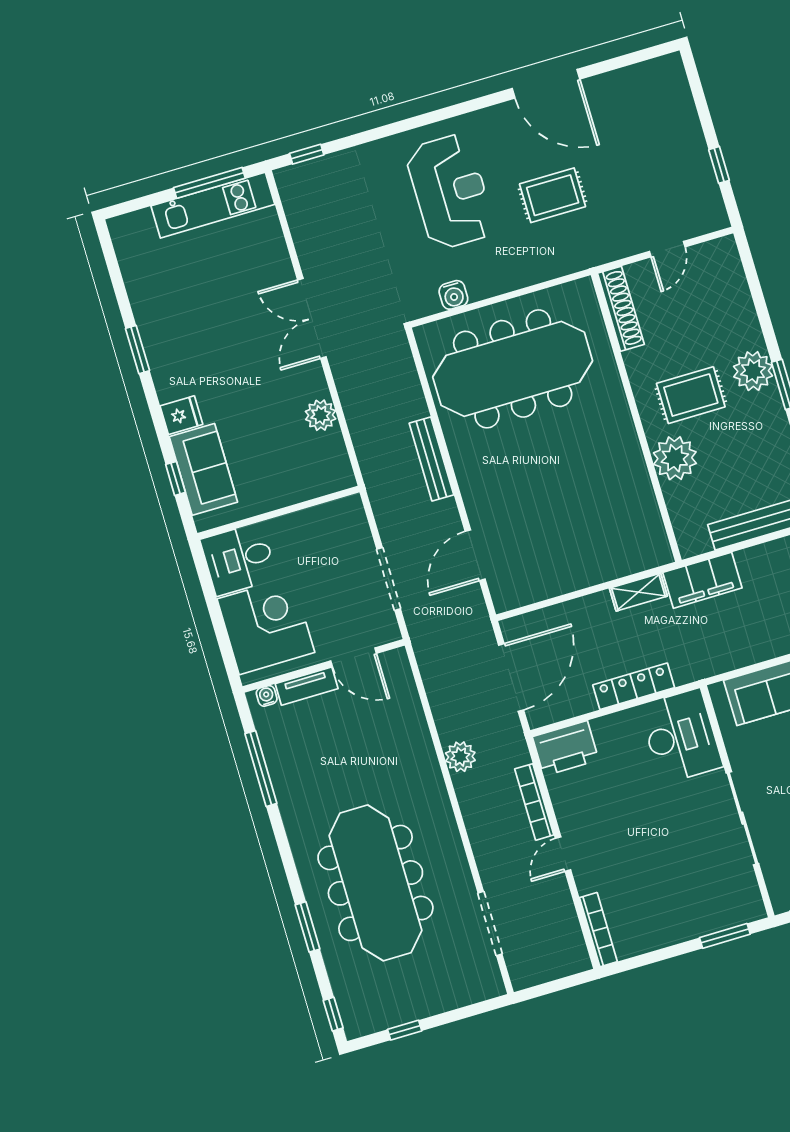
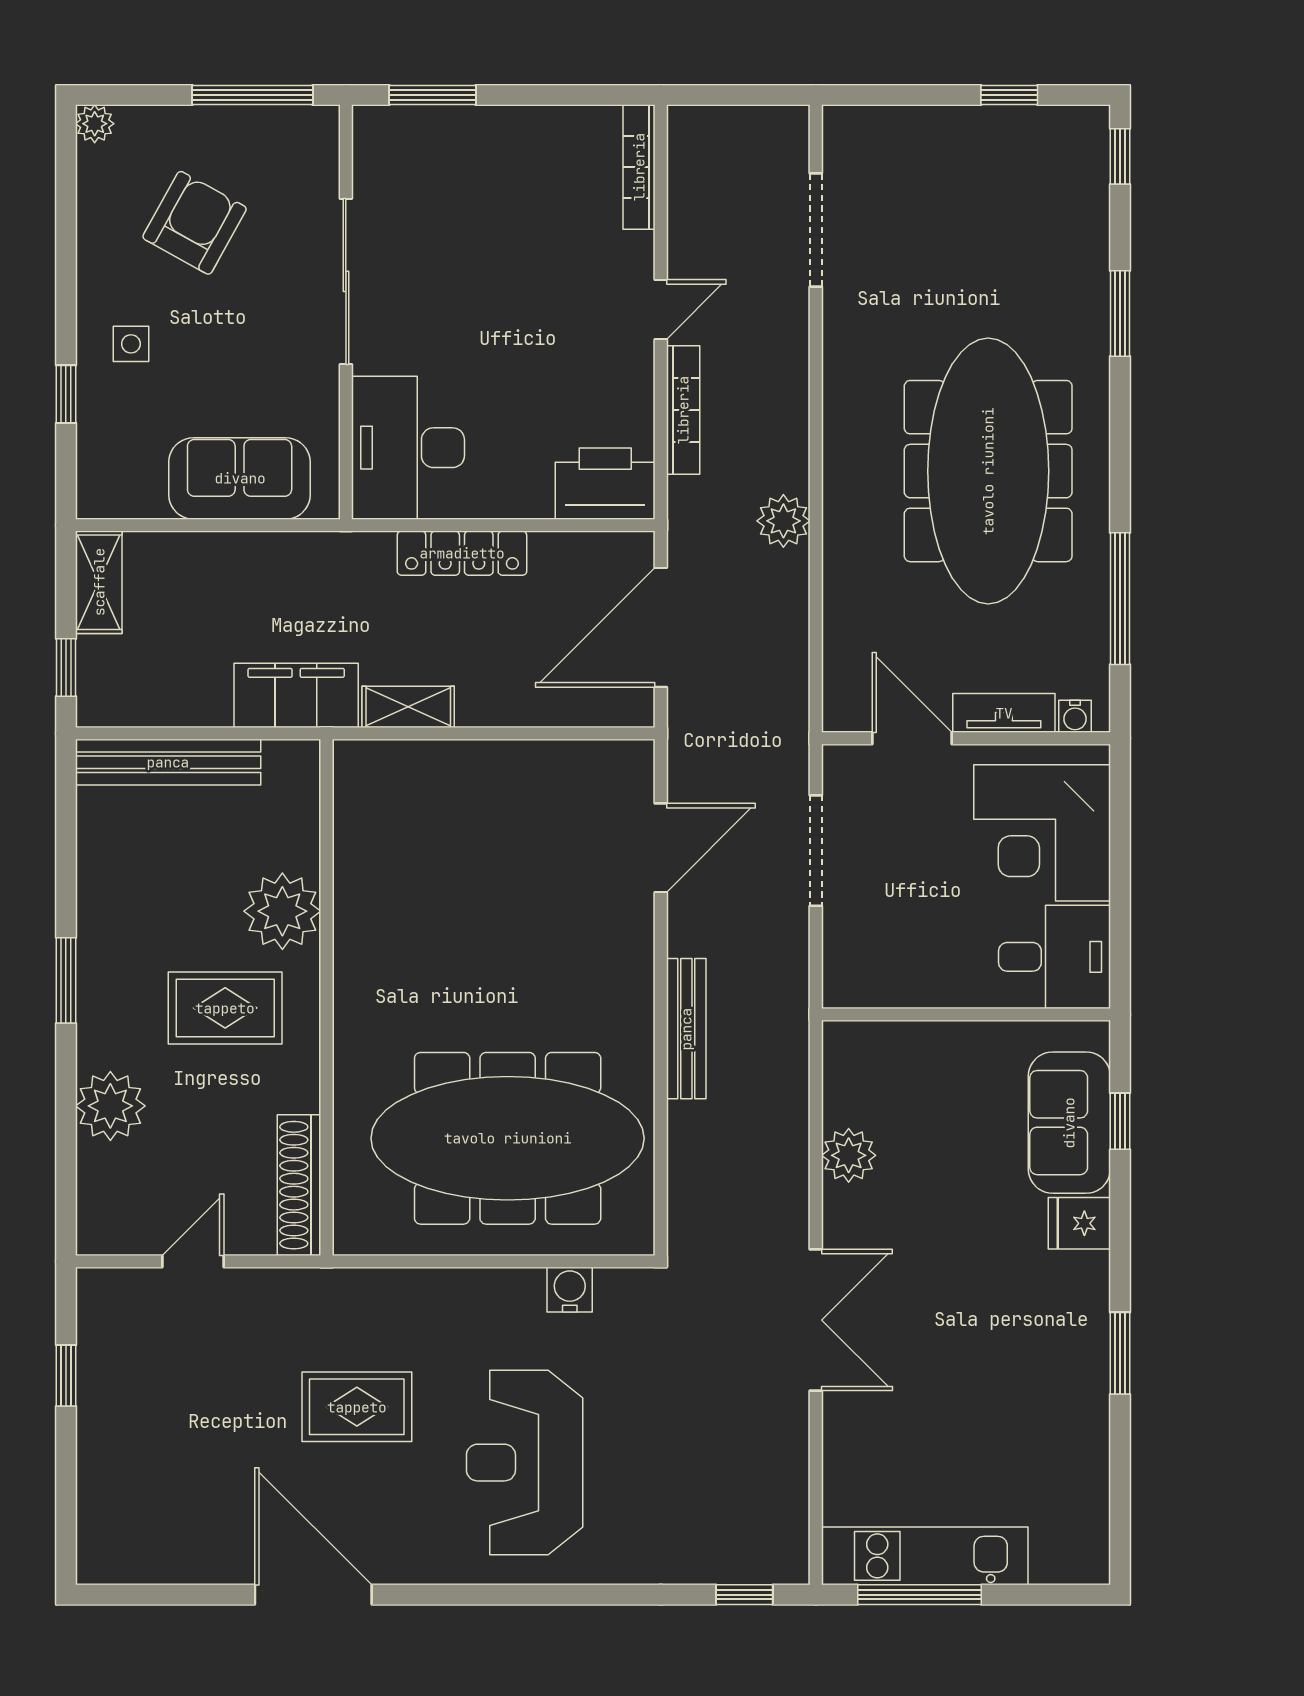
plant: (753, 371) -> (110, 1106), moved
meeting table: (375, 883) -> (988, 471), moved

